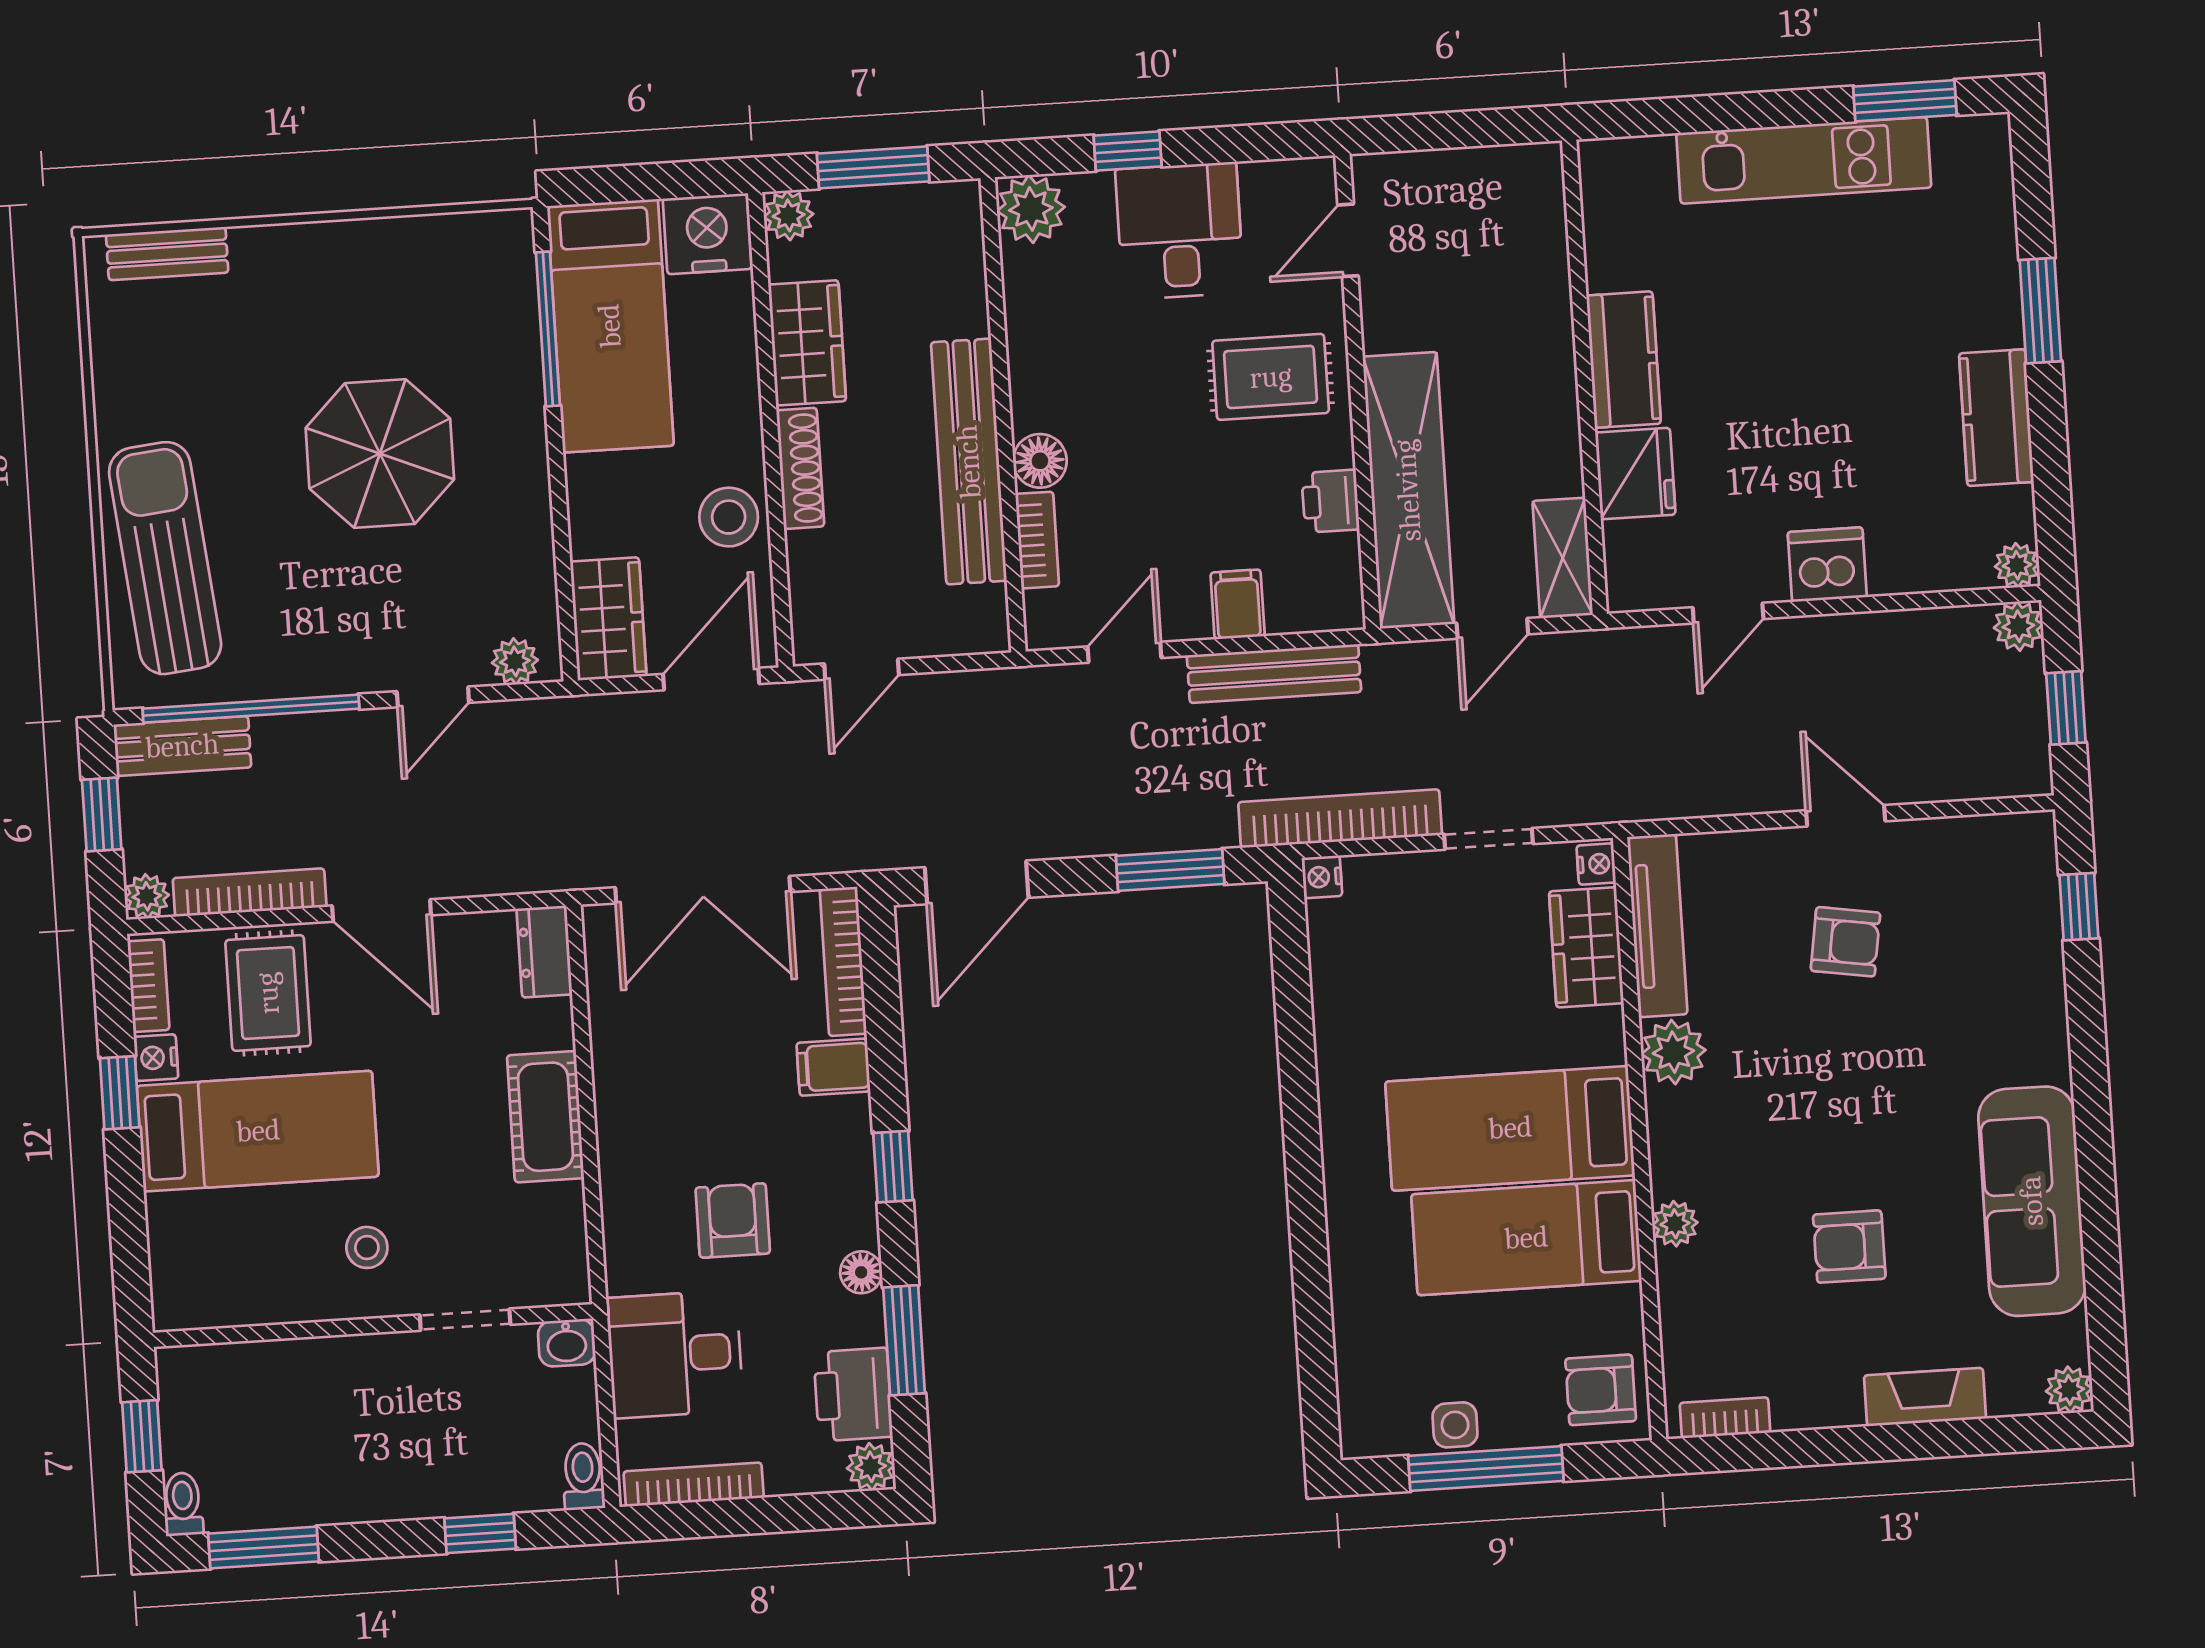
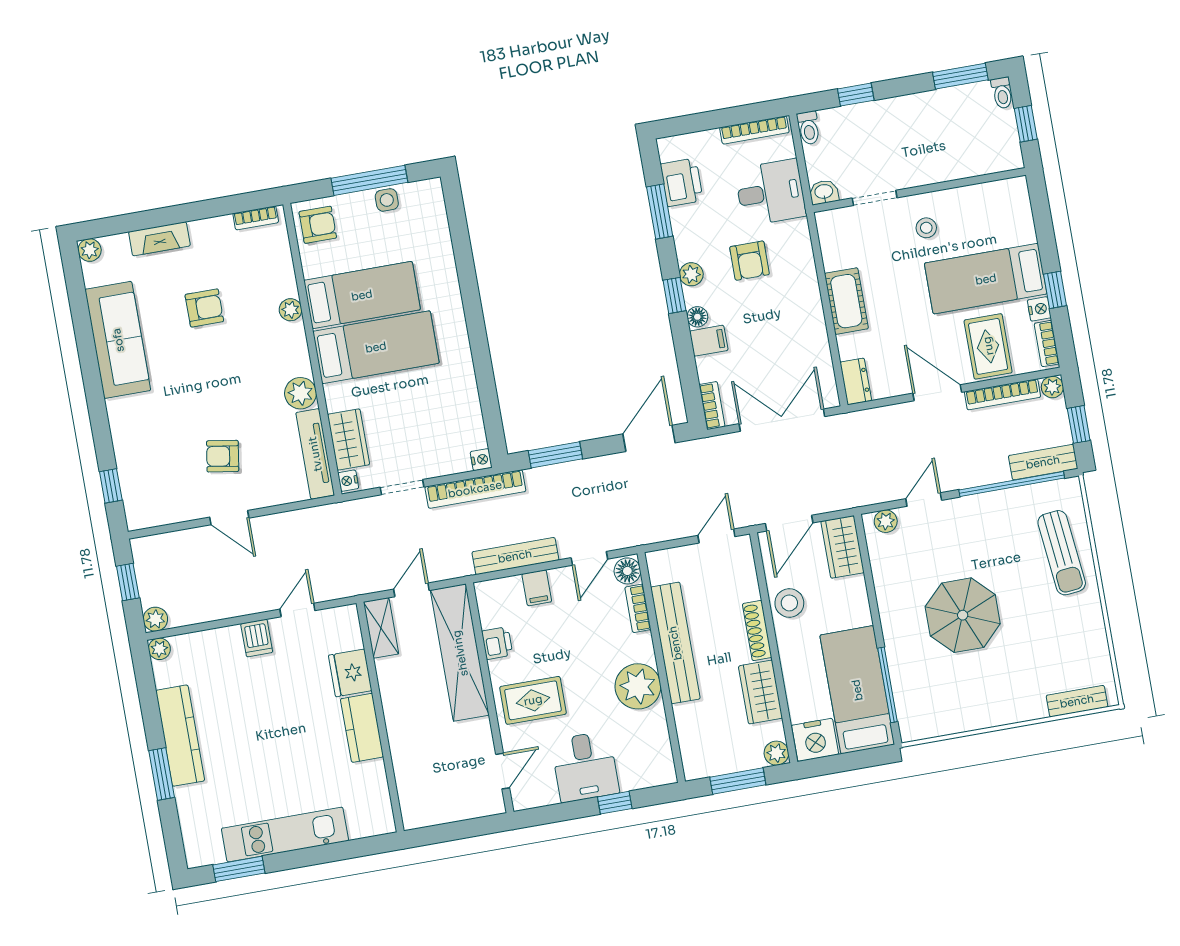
plant: (1031, 209) -> (638, 686), moved, width x1.36, depth x1.36
kitchen counter: (1996, 418) -> (180, 736), width x1.50
floor lamp: (1040, 461) -> (627, 571), moved
sun lounger: (165, 558) -> (1062, 553), width x0.73, depth x0.75
dishwasher: (1827, 565) -> (257, 638), width x0.73
bookcase: (843, 961) -> (712, 406), width x0.64
floor lamp: (861, 1272) -> (697, 317), moved
plant: (871, 1467) -> (691, 274), moved

